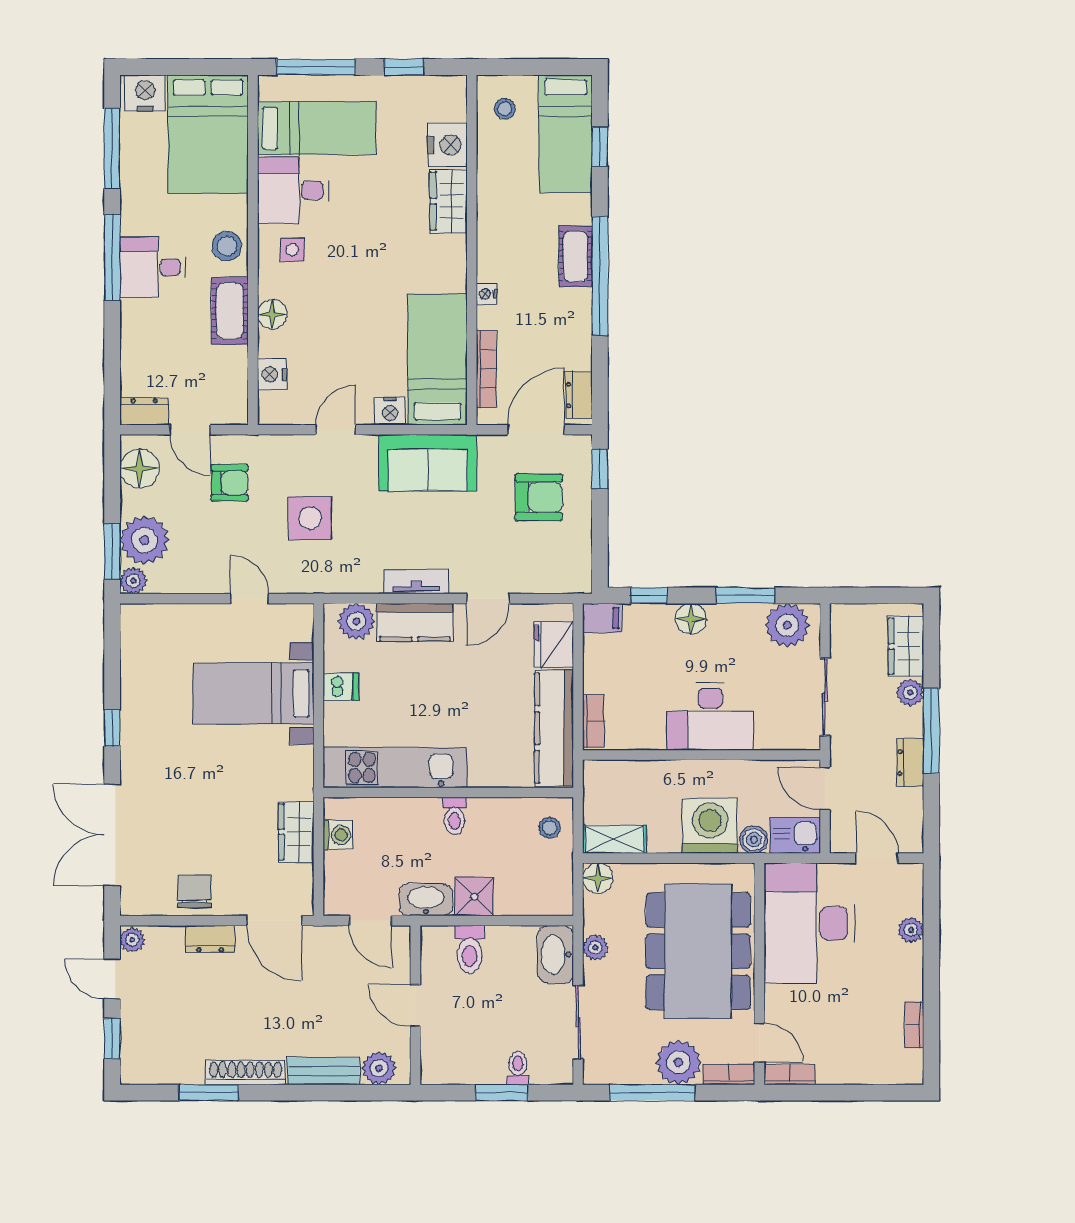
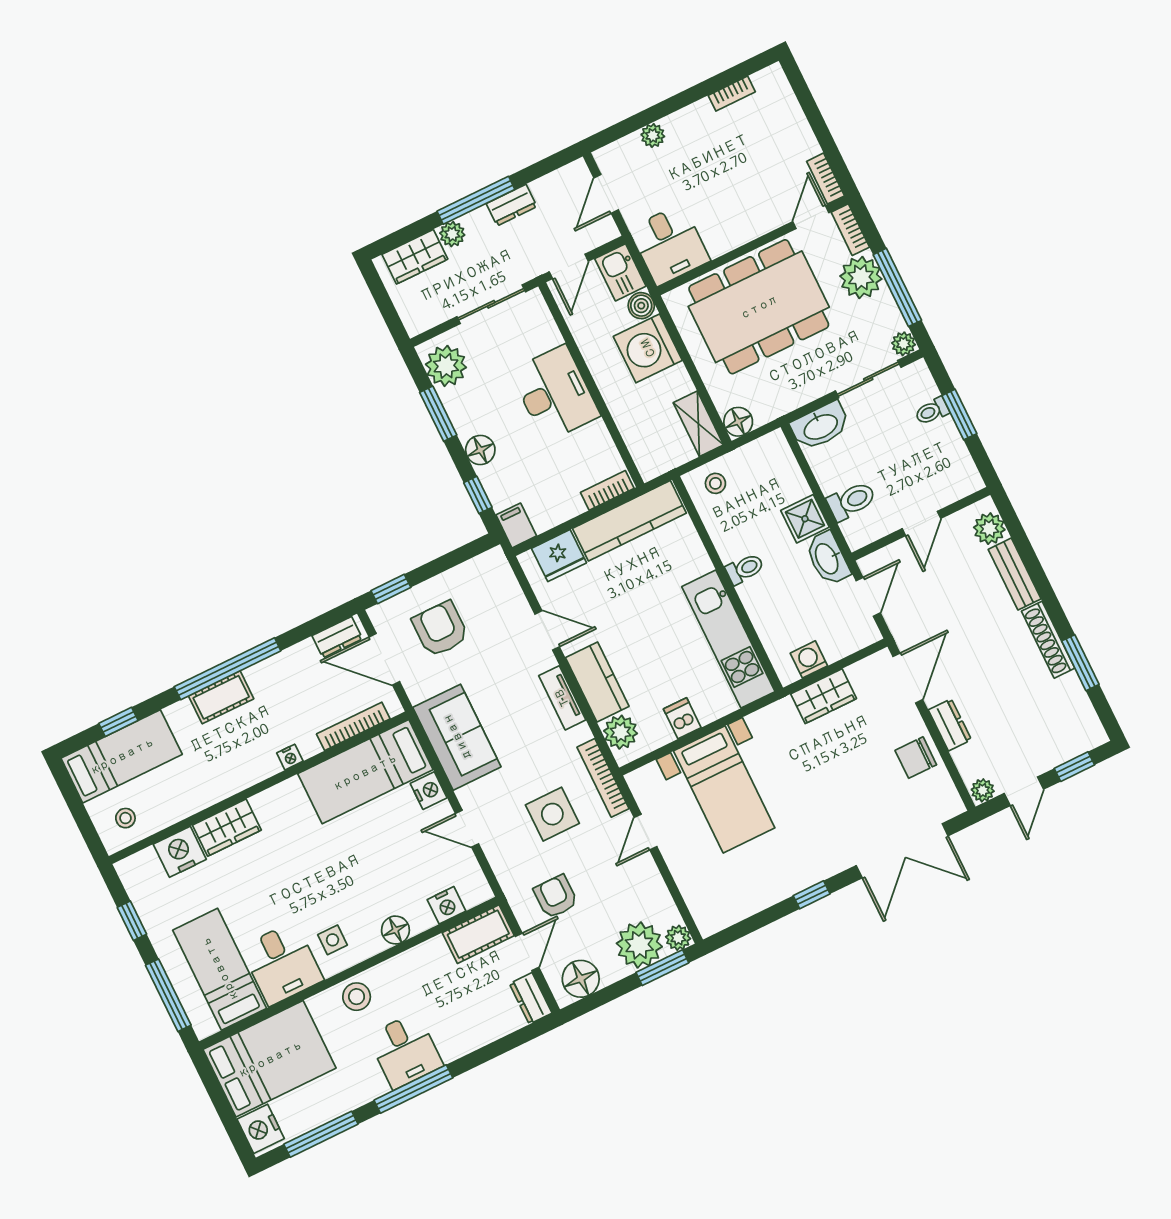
cot: (230, 311) -> (478, 934), moved
bookcase: (321, 583) -> (603, 778), added
desk: (809, 923) -> (670, 245), width x0.53, depth x0.77
plant: (595, 948) -> (904, 344), moved

